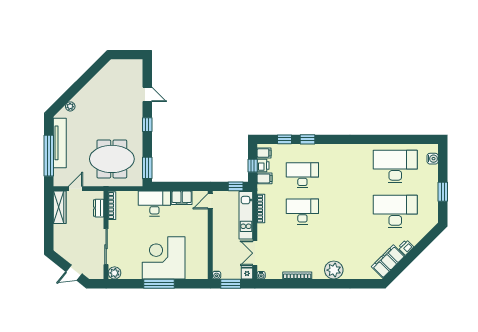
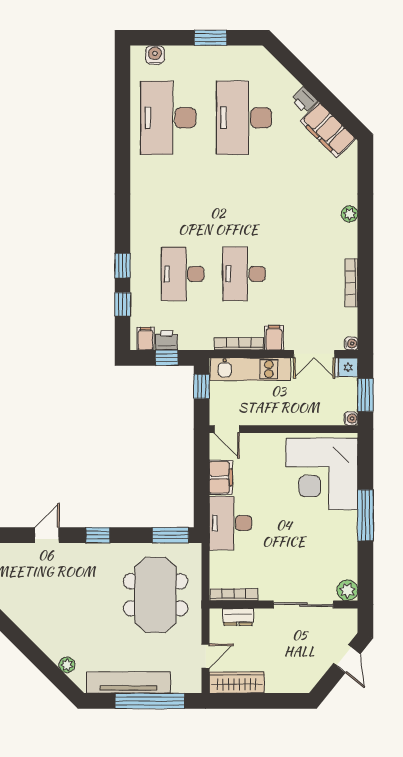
filing cabinet: (265, 178) -> (274, 338), moved
door: (75, 189) -> (205, 656), swing flipped
corner desk: (164, 258) -> (322, 474), moved
plant: (334, 270) -> (350, 214), width x0.53, depth x0.53

